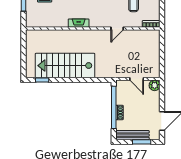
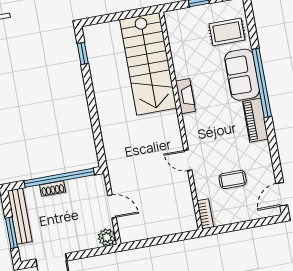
stairs: (65, 66) -> (148, 64), moved, turned 180
door: (137, 79) -> (112, 206), swing flipped

